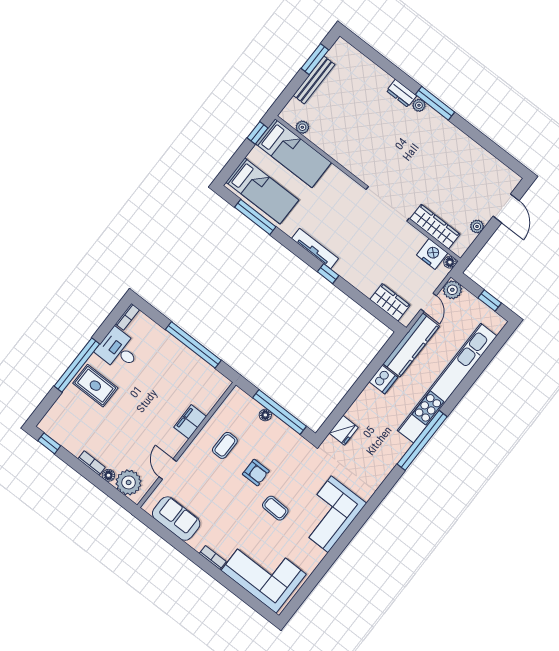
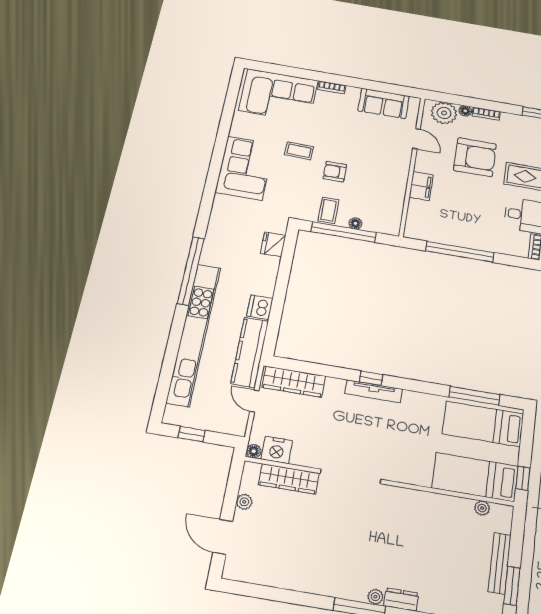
tv unit: (315, 249) -> (374, 391), moved
plant: (452, 290) -> (236, 425), removed
wardrobe: (390, 302) -> (294, 382), width x1.50
armchair: (127, 426) -> (475, 157), added
coffee table: (225, 445) -> (328, 210), moved

